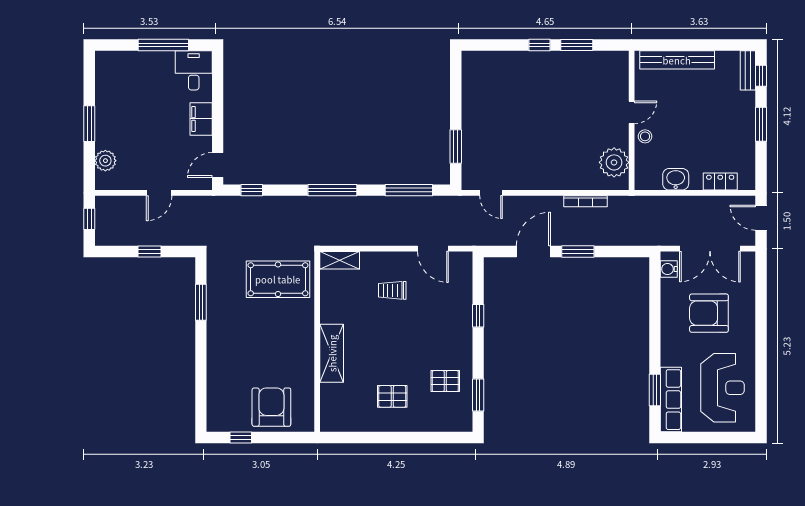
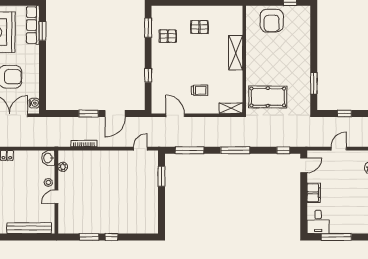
plant: (614, 162) -> (63, 167), width x0.53, depth x0.53
washbasin: (676, 179) -> (48, 158), moved, turned 90
door: (491, 193) -> (140, 149), hinge flipped

